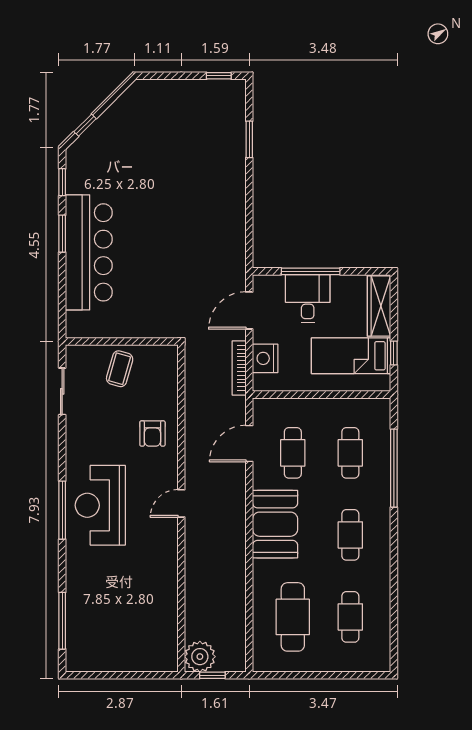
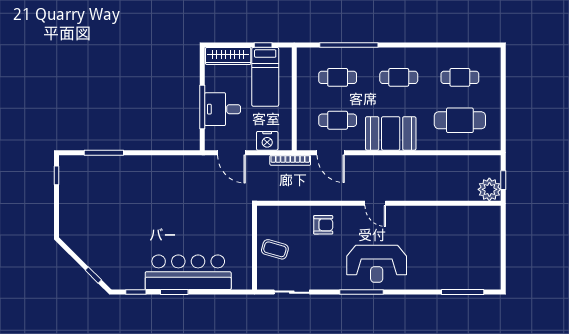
window: (249, 139) -> (104, 153), width x1.44
bookcase: (239, 368) -> (290, 160), moved
window: (62, 510) -> (362, 292), moved

